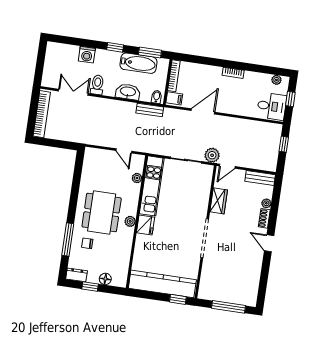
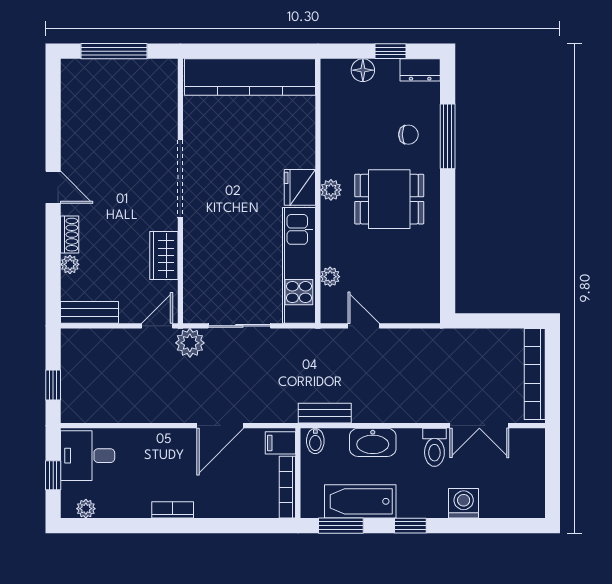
dining table: (102, 212) -> (389, 199), width x0.73
window: (178, 299) -> (215, 51), removed

